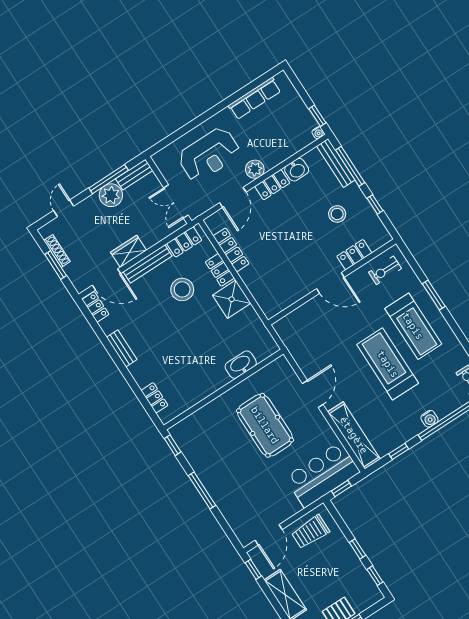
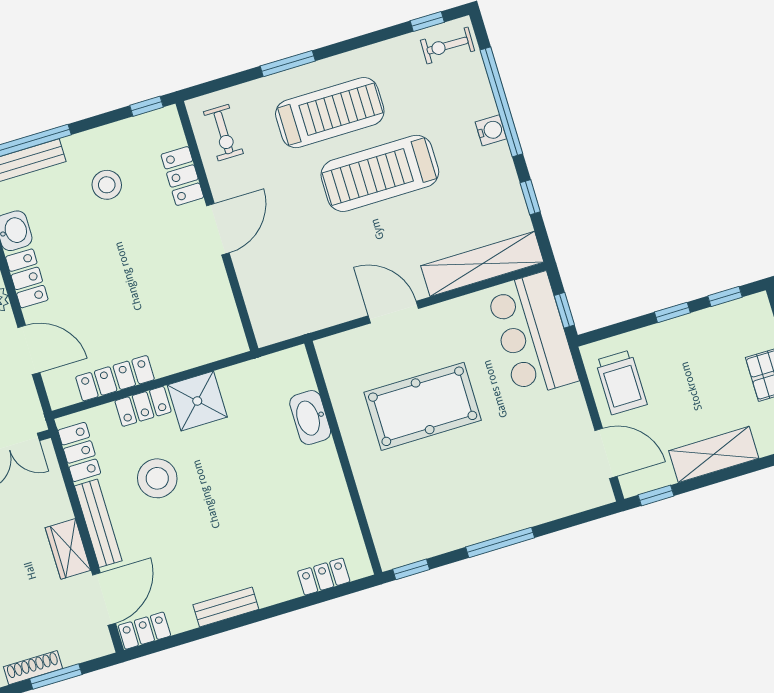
window: (375, 204) -> (146, 106), moved

